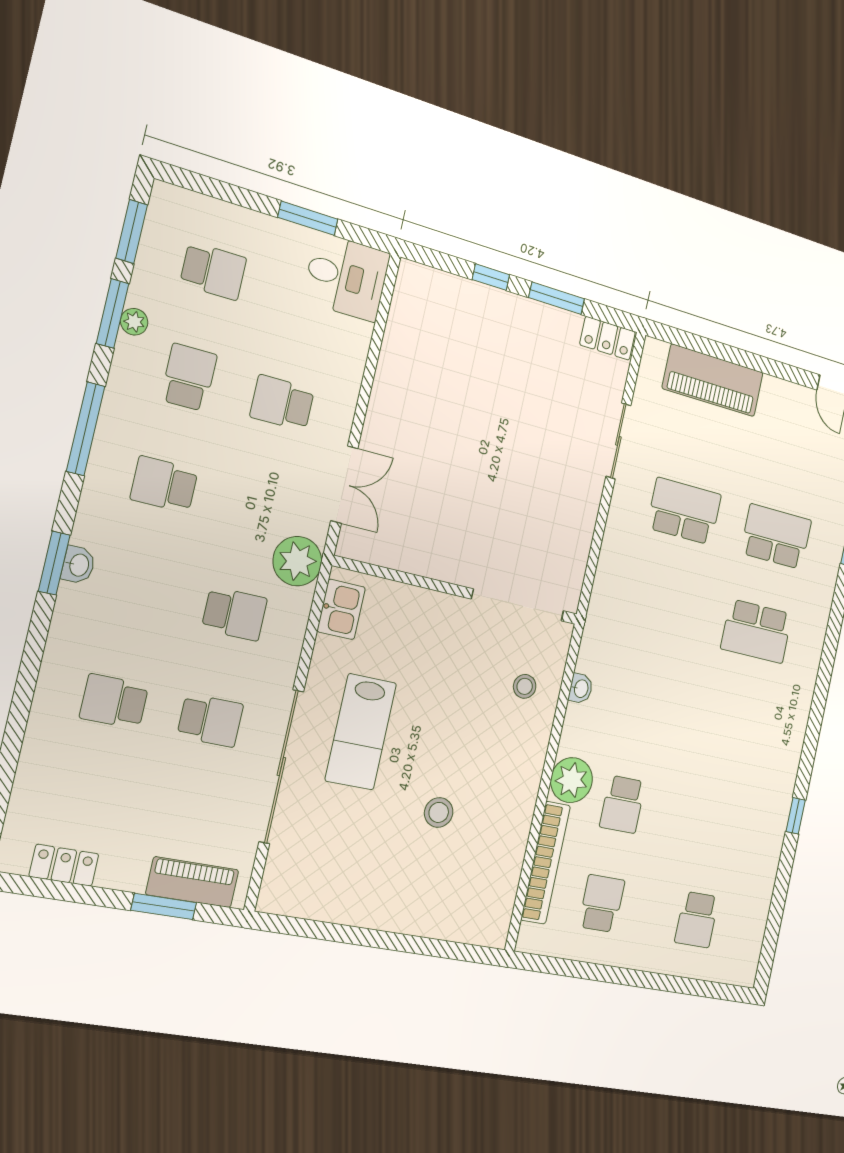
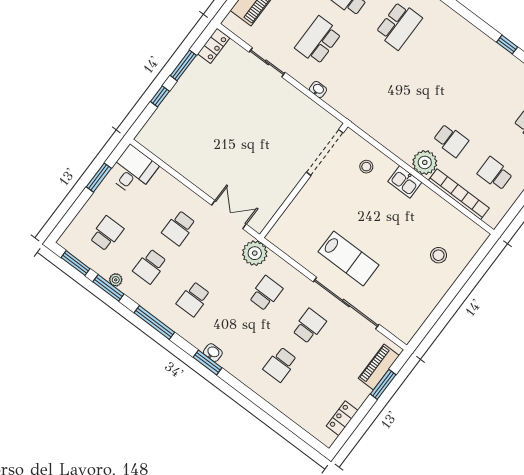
school desk: (189, 377) -> (150, 266), turned -90
kitchen sink: (341, 609) -> (405, 182), moved, turned 180
washbasin: (581, 689) -> (318, 89), moved
stool: (439, 812) -> (439, 255), moved

